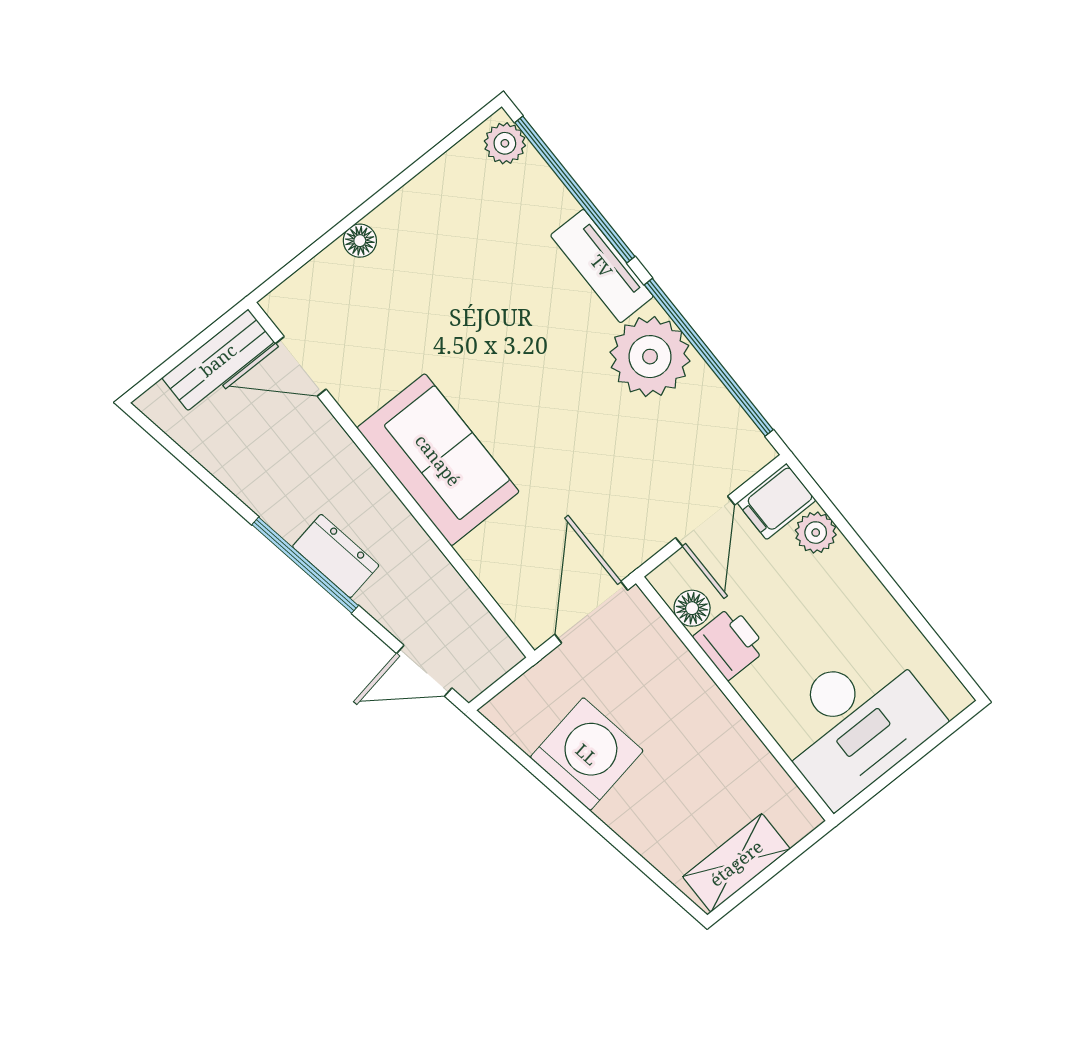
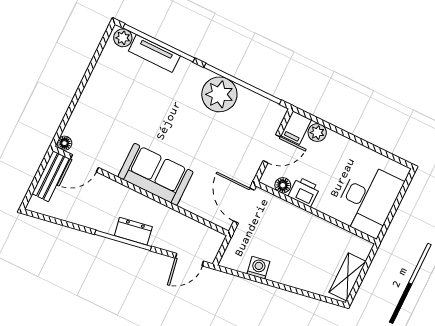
floor lamp: (360, 241) -> (64, 143), moved
tv unit: (602, 266) -> (154, 54), moved
door: (705, 521) -> (272, 149), hinge flipped
washing machine: (587, 754) -> (258, 268), width x0.53, depth x0.53

